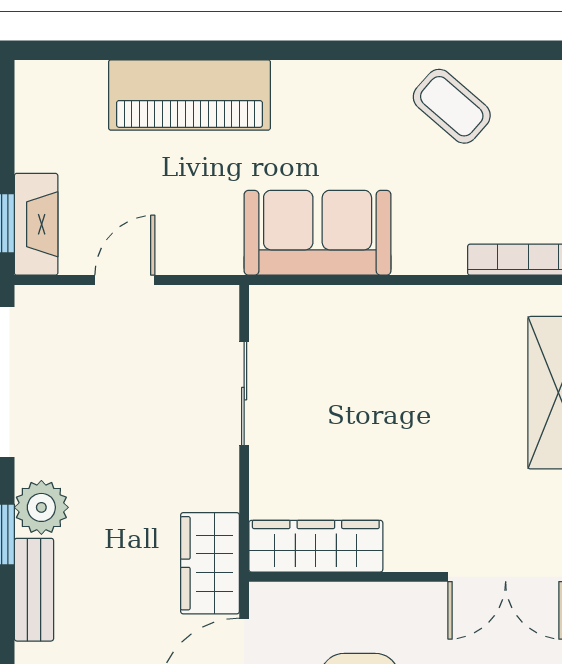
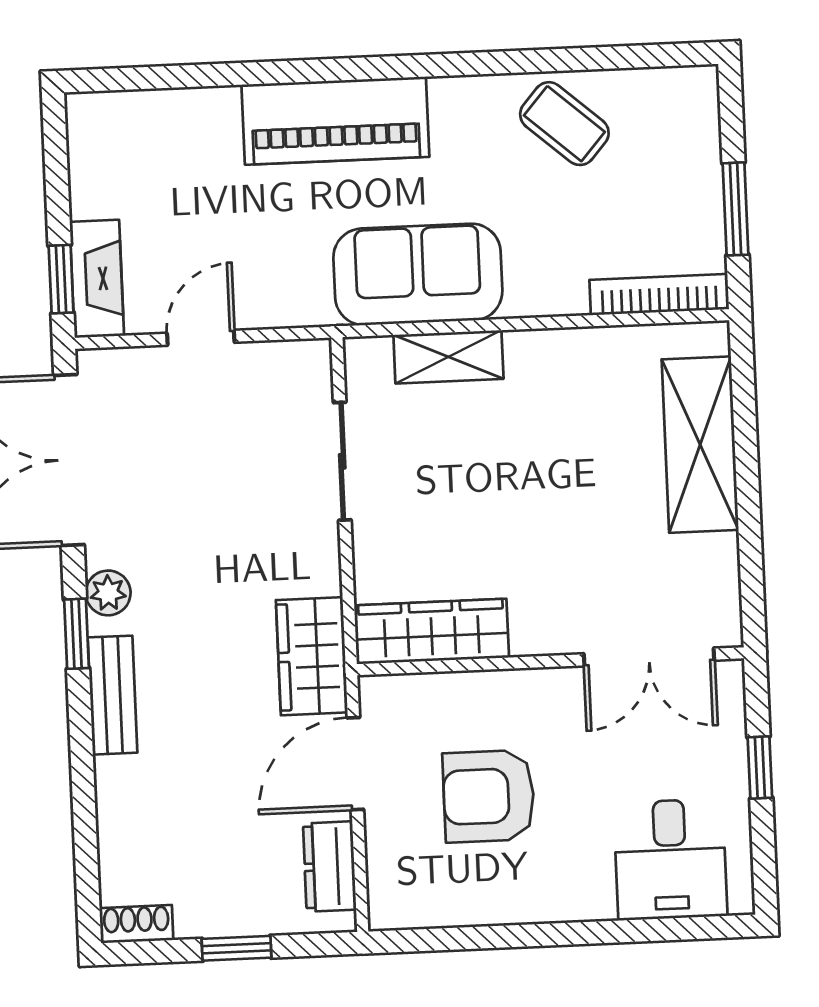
piano: (189, 95) -> (335, 121), moved
shelving: (341, 306) -> (448, 357), added
plant: (41, 507) -> (108, 593), width x0.73, depth x0.73

